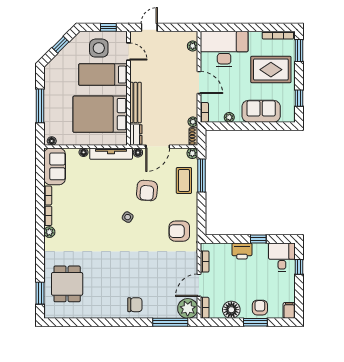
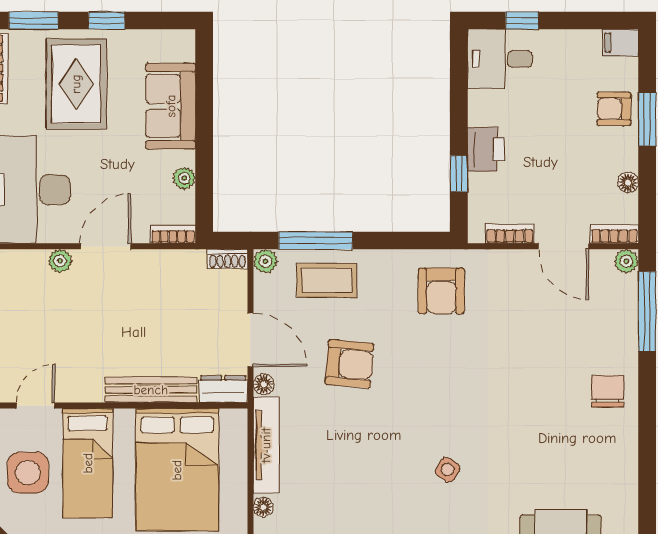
plant: (193, 46) -> (60, 261), moved
window: (299, 98) -> (107, 20), moved
plant: (193, 122) -> (194, 260), removed
side table: (128, 217) -> (448, 470), moved
window: (258, 239) -> (459, 173), moved
plant: (188, 308) -> (626, 261), width x0.53, depth x0.53
floor lamp: (231, 310) -> (628, 183), width x0.53, depth x0.53

